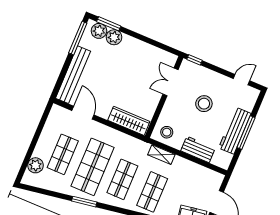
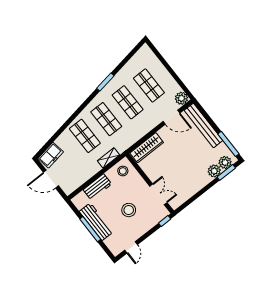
plant: (35, 165) -> (181, 98), moved
shop shelf: (93, 167) -> (128, 102), width x0.70, depth x0.74

